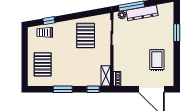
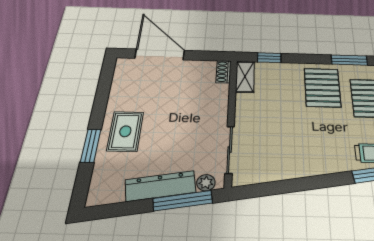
pallet: (86, 36) -> (322, 87), moved
rug: (157, 60) -> (125, 131), moved
window: (63, 89) -> (349, 60), moved

